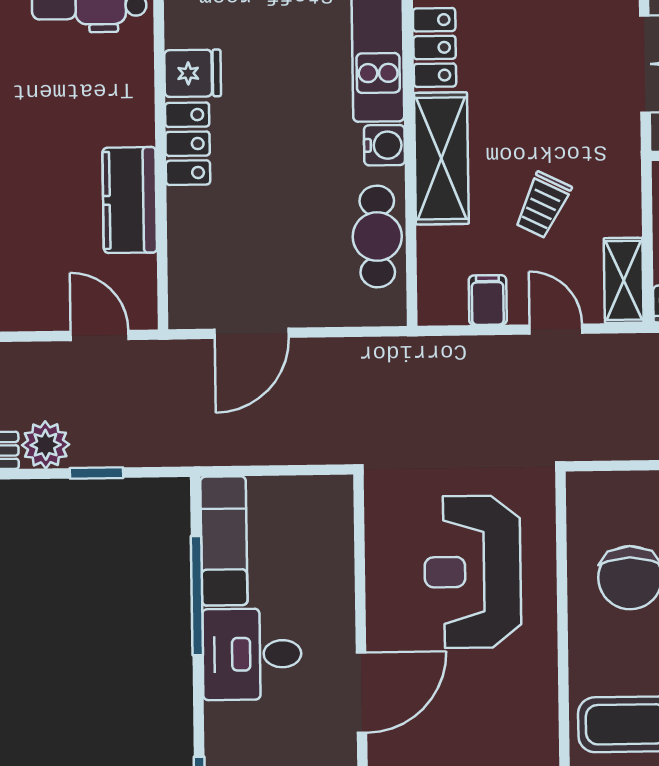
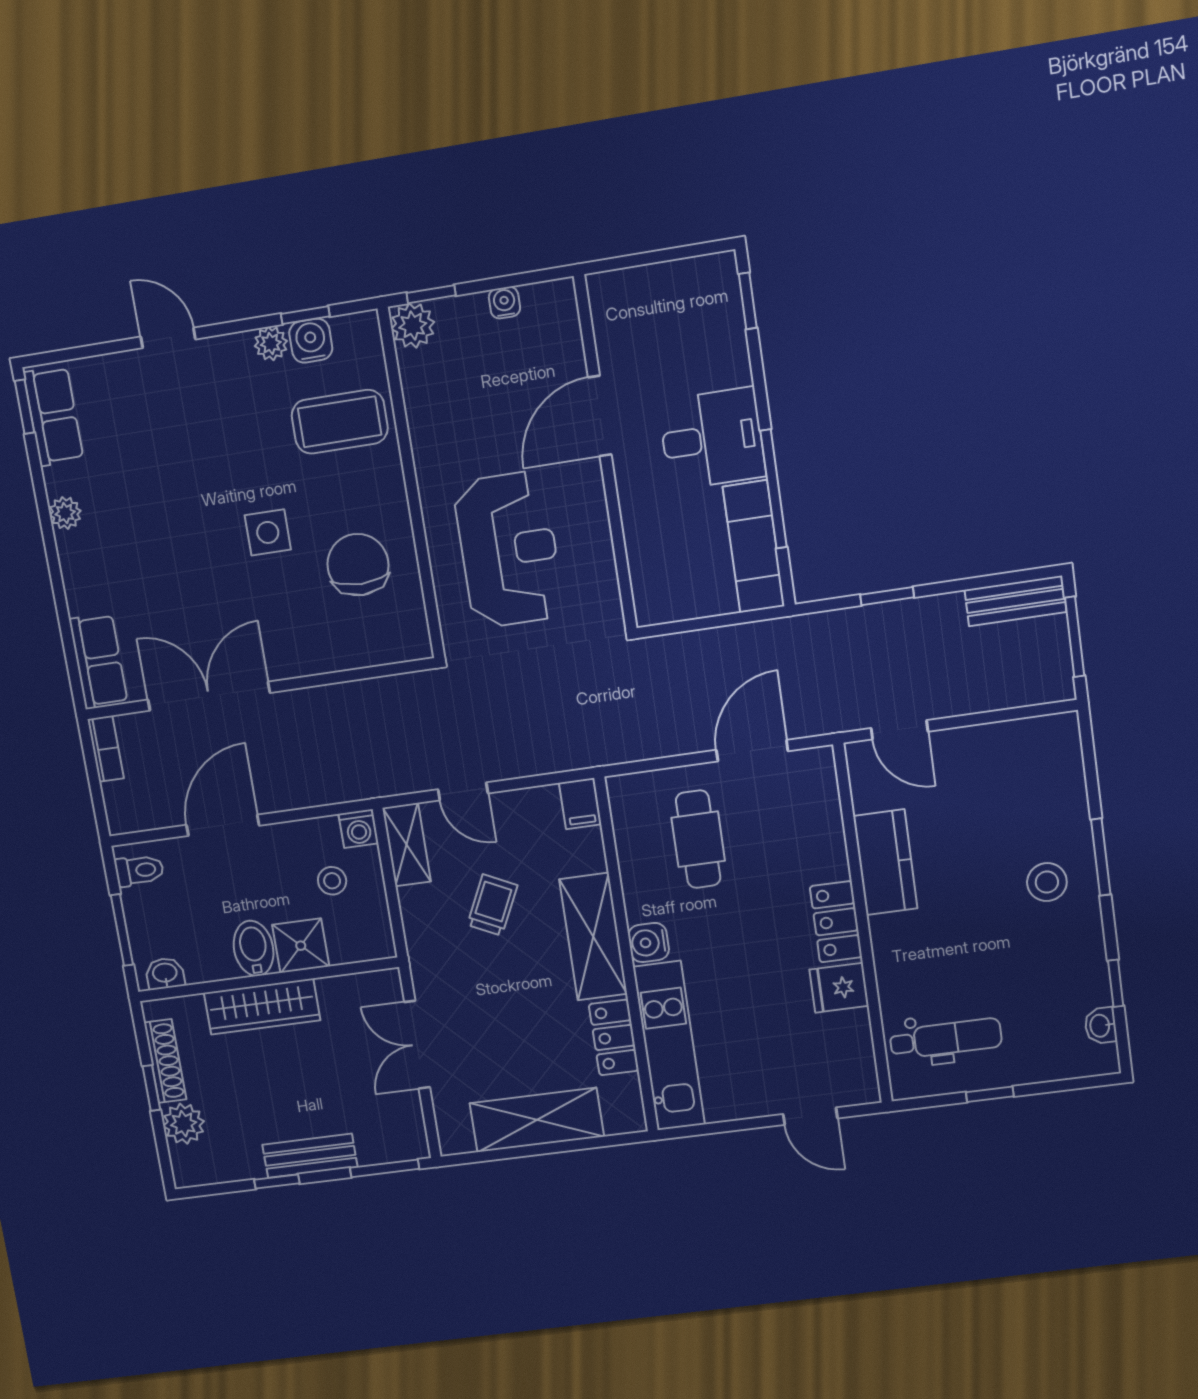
cafe table: (377, 237) -> (698, 839), moved
filing cabinet: (488, 300) -> (580, 804), moved
plant: (46, 445) -> (941, 617), removed

